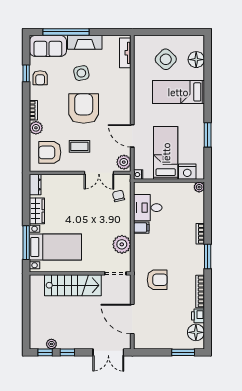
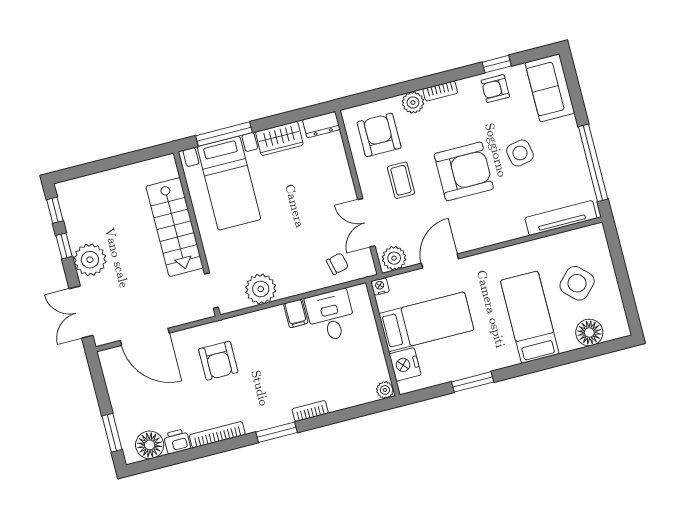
window: (66, 32) -> (593, 163), moved
fireplace: (85, 42) -> (571, 146), removed
tv unit: (125, 53) -> (561, 218), width x1.41
door: (132, 319) -> (145, 337), swing flipped
plant: (51, 344) -> (90, 260), moved, width x1.87, depth x1.87

